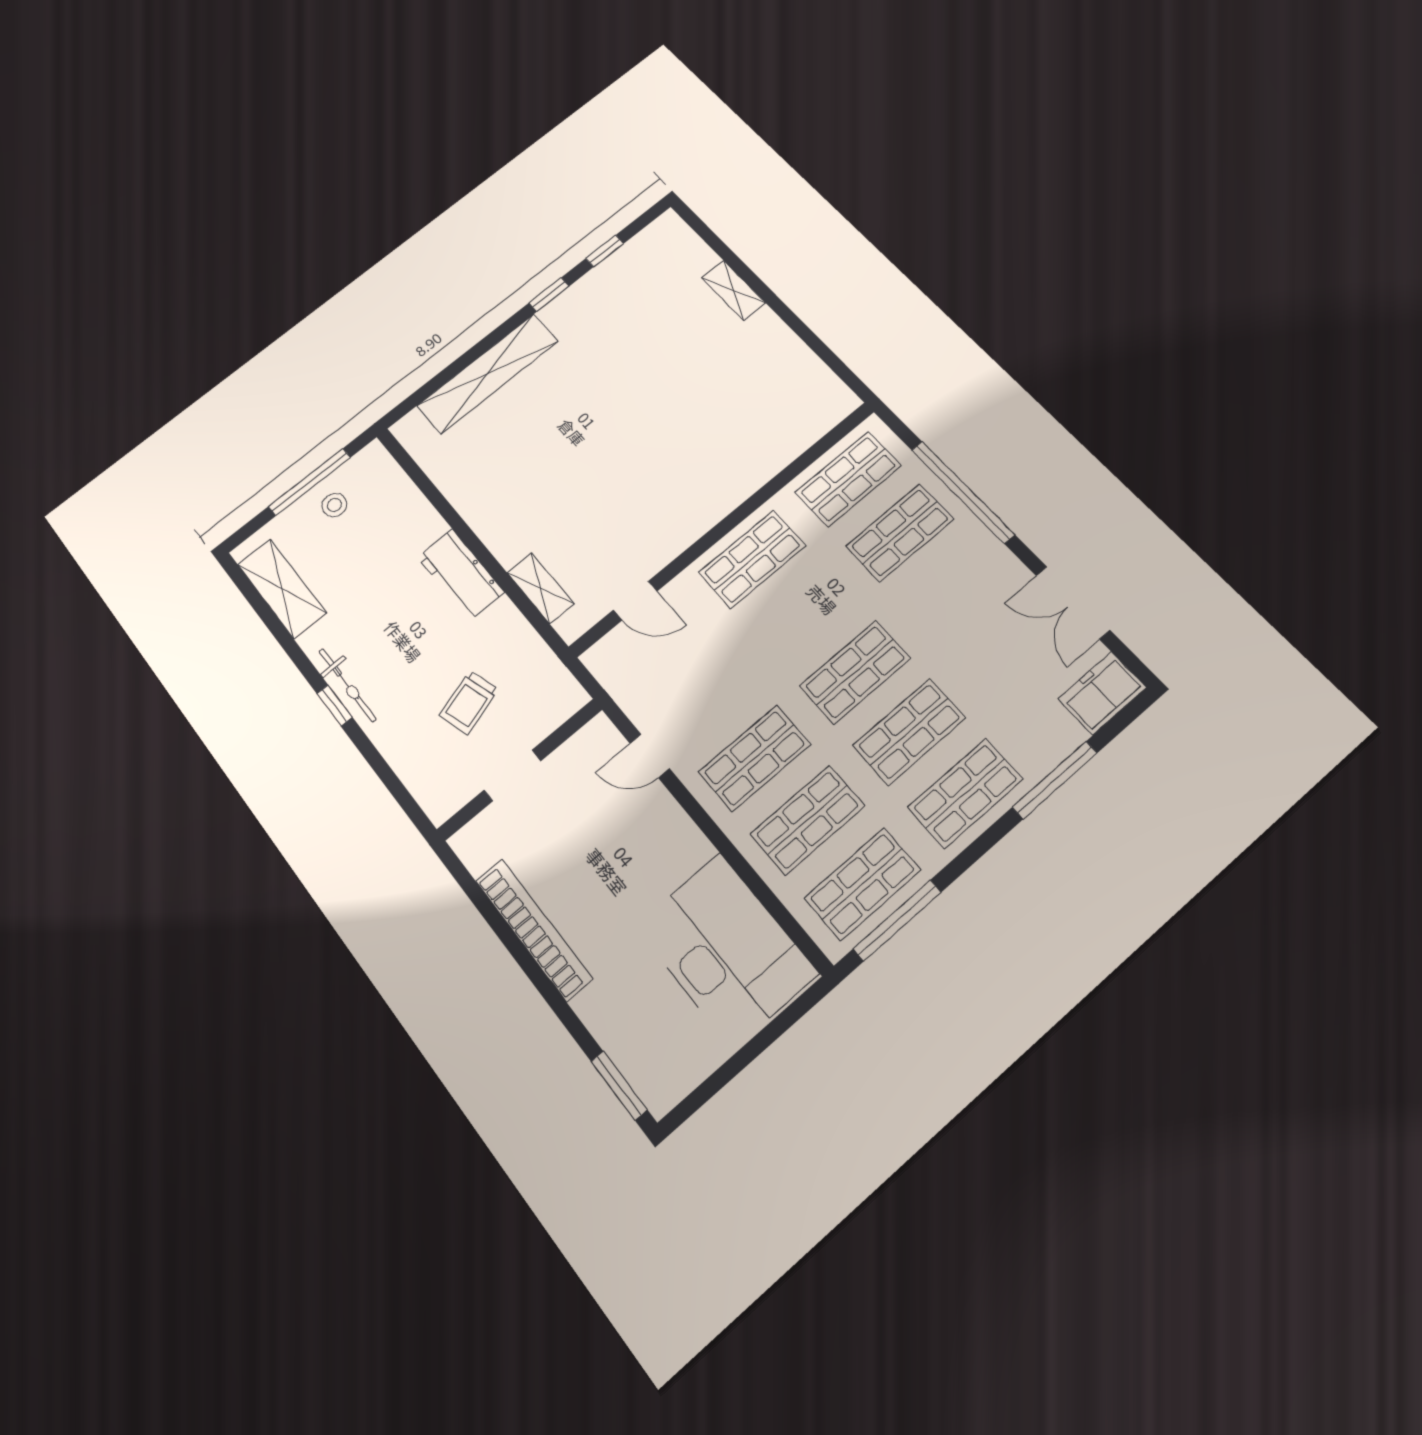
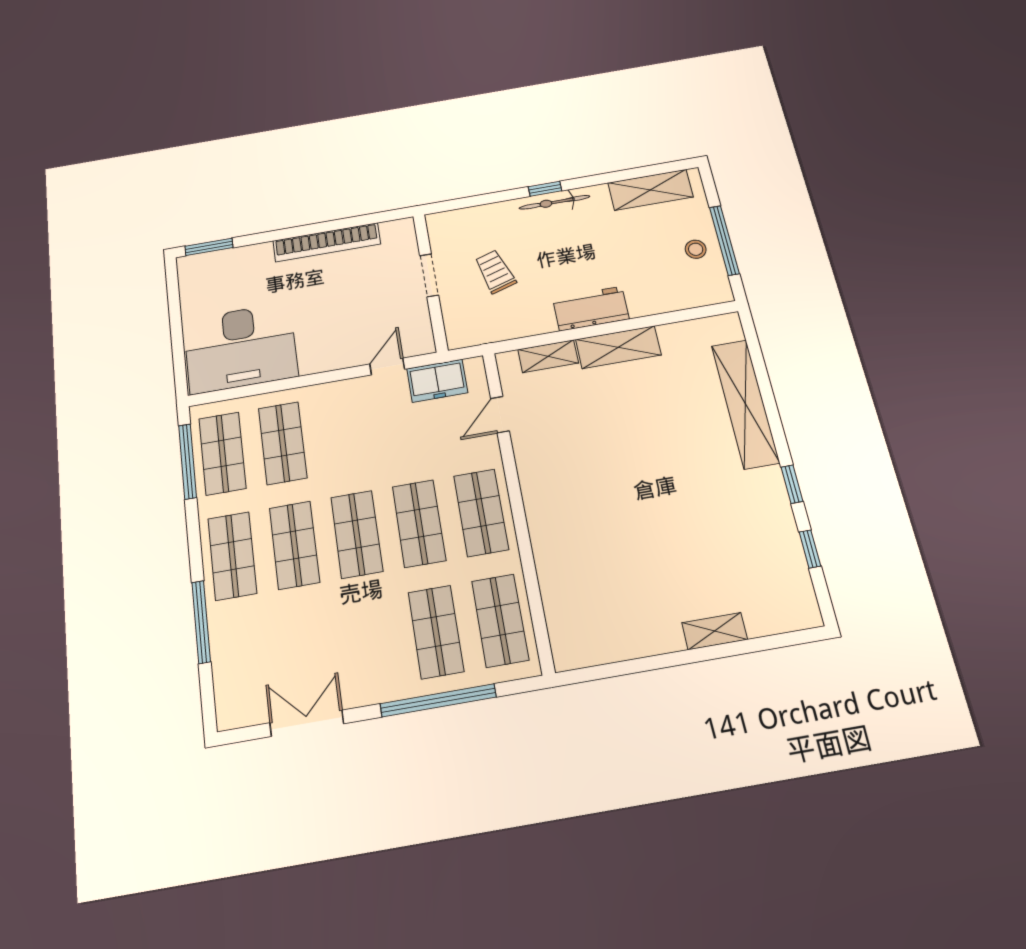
shelving: (491, 523) -> (618, 347), added
freezer: (1102, 693) -> (437, 381), moved, turned 90
shop shelf: (754, 758) -> (419, 523), moved

